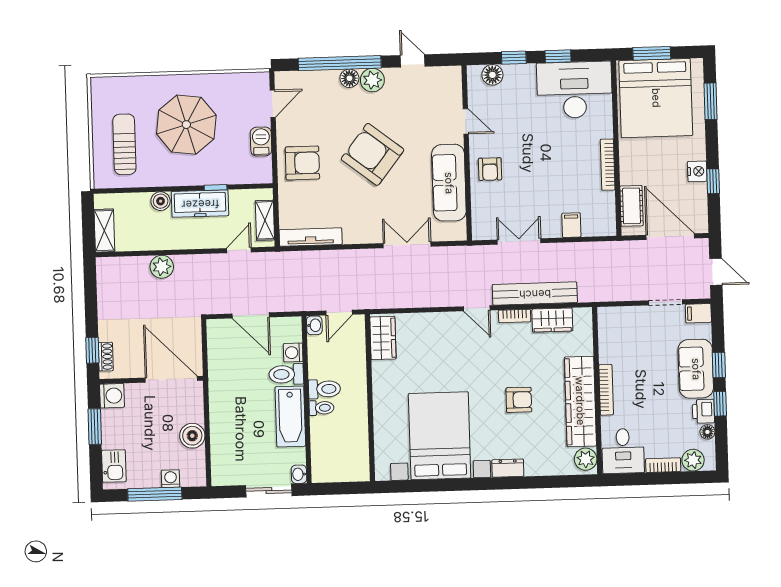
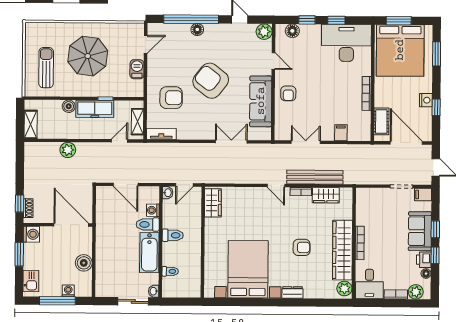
plant: (372, 80) -> (264, 32), moved
armchair: (302, 163) -> (171, 98), moved
tv unit: (311, 237) -> (161, 134), width x0.71
toilet: (321, 408) -> (170, 271), moved

